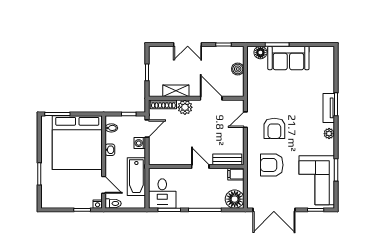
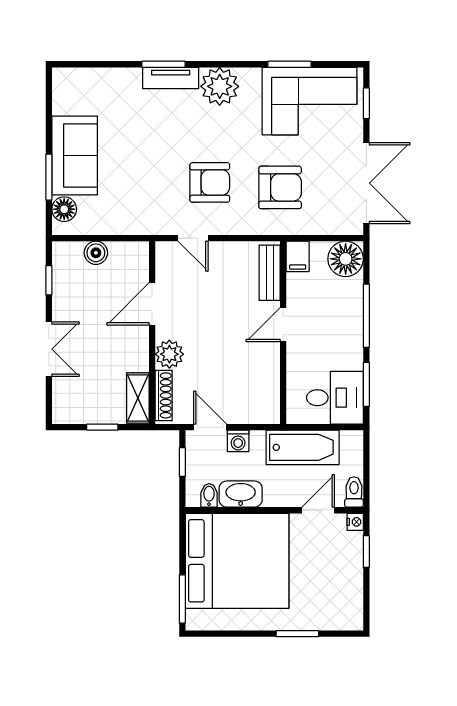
shelving: (176, 91) -> (138, 398), moved
plant: (329, 134) -> (220, 86), width x1.88, depth x1.88
washbasin: (110, 150) -> (241, 494), width x1.91, depth x1.45
armchair: (272, 165) -> (280, 187), turned -90

